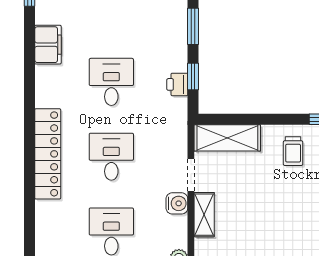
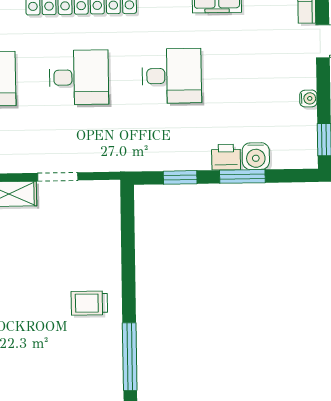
printer: (177, 84) -> (226, 157), moved
shelving: (227, 138) -> (104, 221), removed
water cooler: (177, 203) -> (256, 156), moved

